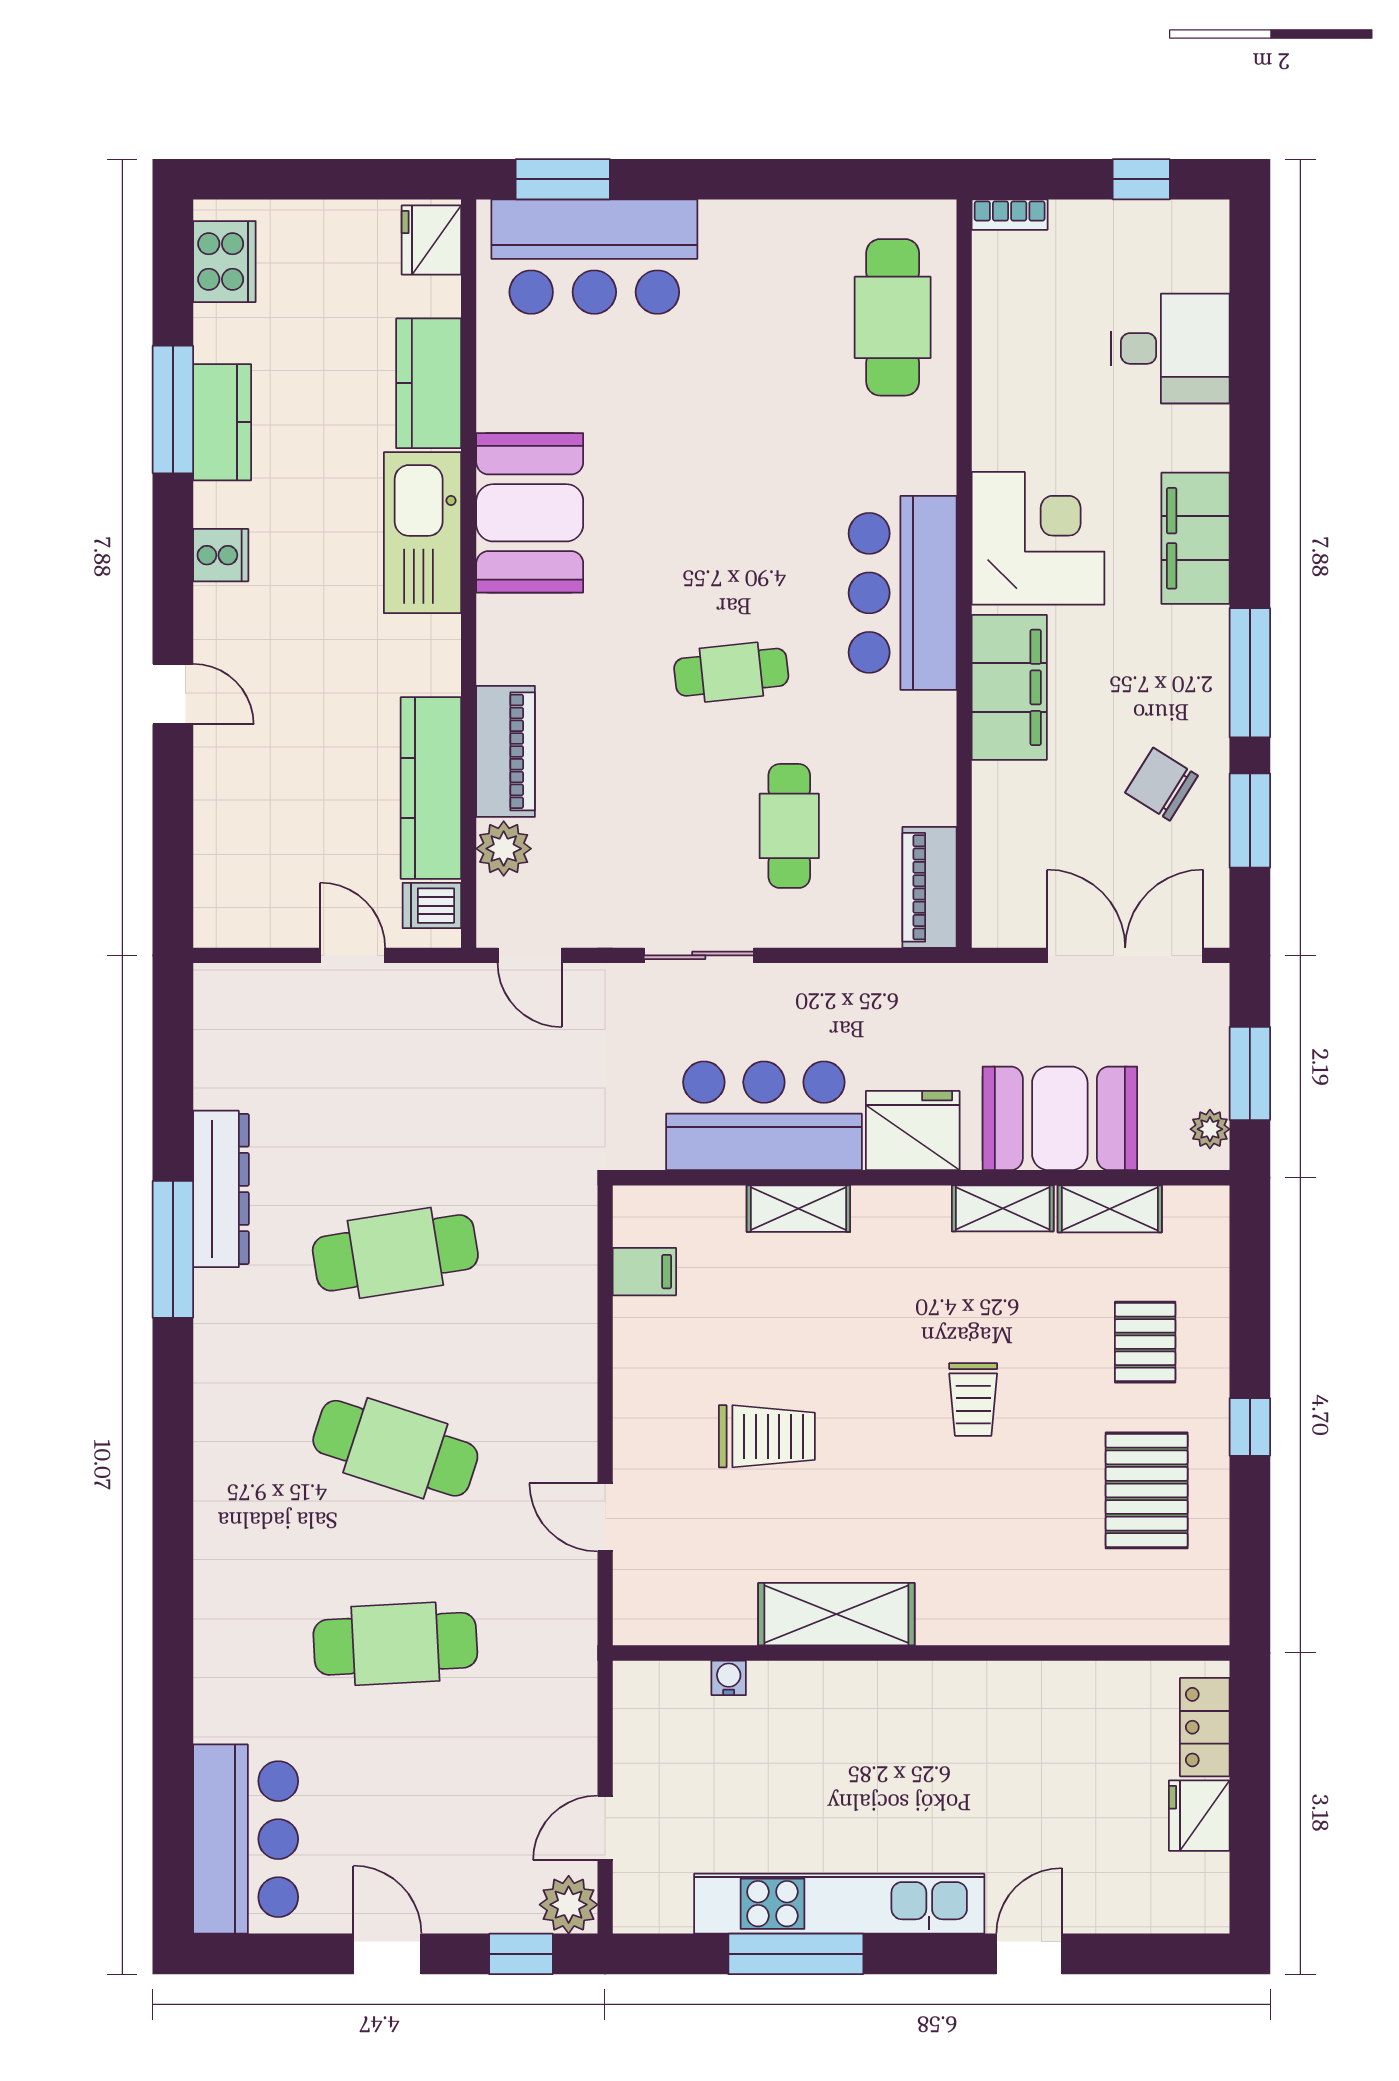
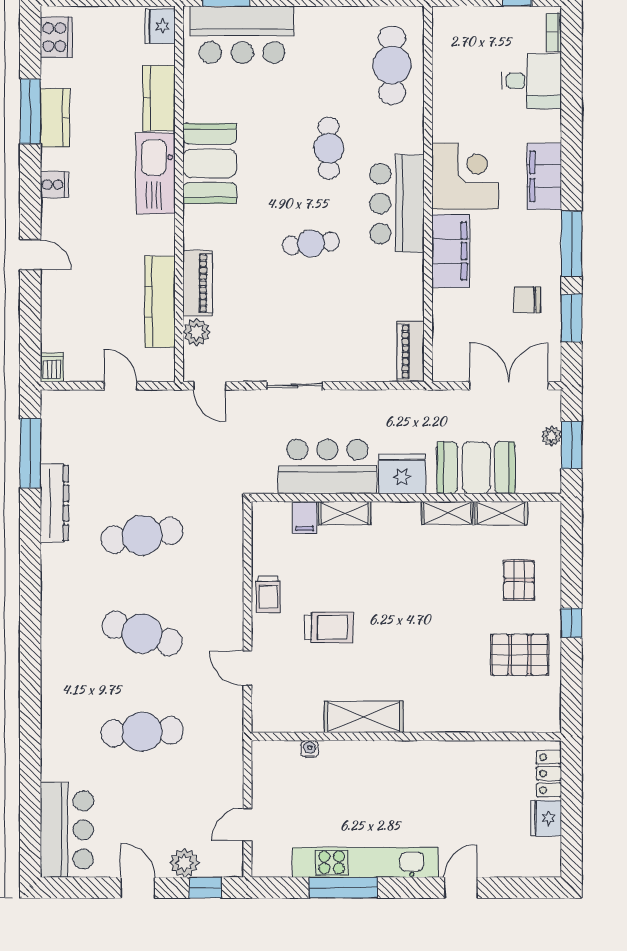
bookcase: (1010, 215) -> (554, 32), moved, turned 90
chair: (1161, 784) -> (527, 300), turned -32
cafe table: (789, 826) -> (329, 148), moved
dishwasher: (432, 906) -> (52, 367), moved, turned 90
plant: (1210, 1129) -> (551, 436), moved
window: (173, 1249) -> (30, 453), moved
filing cabinet: (644, 1272) -> (305, 517), moved, turned 90
trolley: (973, 1400) -> (268, 594), moved
pallet: (1147, 1490) -> (520, 655), turned 90
plant: (569, 1905) -> (184, 863), moved

